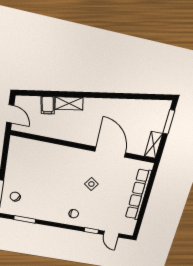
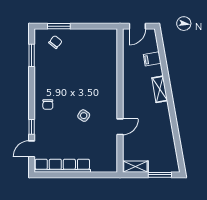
shelving: (69, 103) -> (160, 89), moved
door: (110, 152) -> (120, 127), width x0.53
row of seats: (138, 195) -> (62, 166), moved

